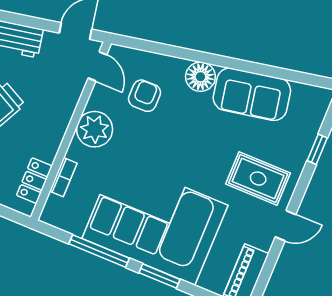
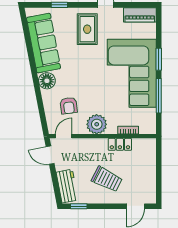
sofa: (252, 94) -> (44, 43), width x1.36
armchair: (145, 96) -> (69, 106), turned -97
locker: (34, 181) -> (120, 144), moved

